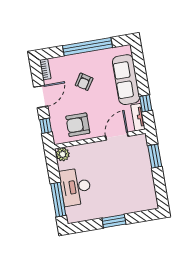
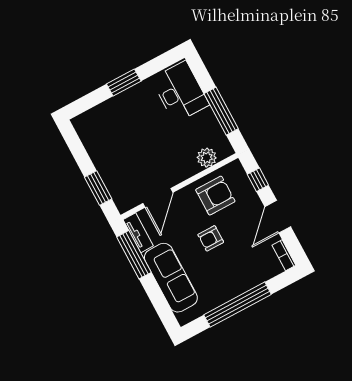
armchair: (84, 82) -> (211, 238), moved, turned -123
window: (146, 103) -> (134, 255), width x2.17
plant: (63, 154) -> (207, 158), moved
desk: (76, 187) -> (180, 92), moved
window: (58, 200) -> (221, 111), moved

